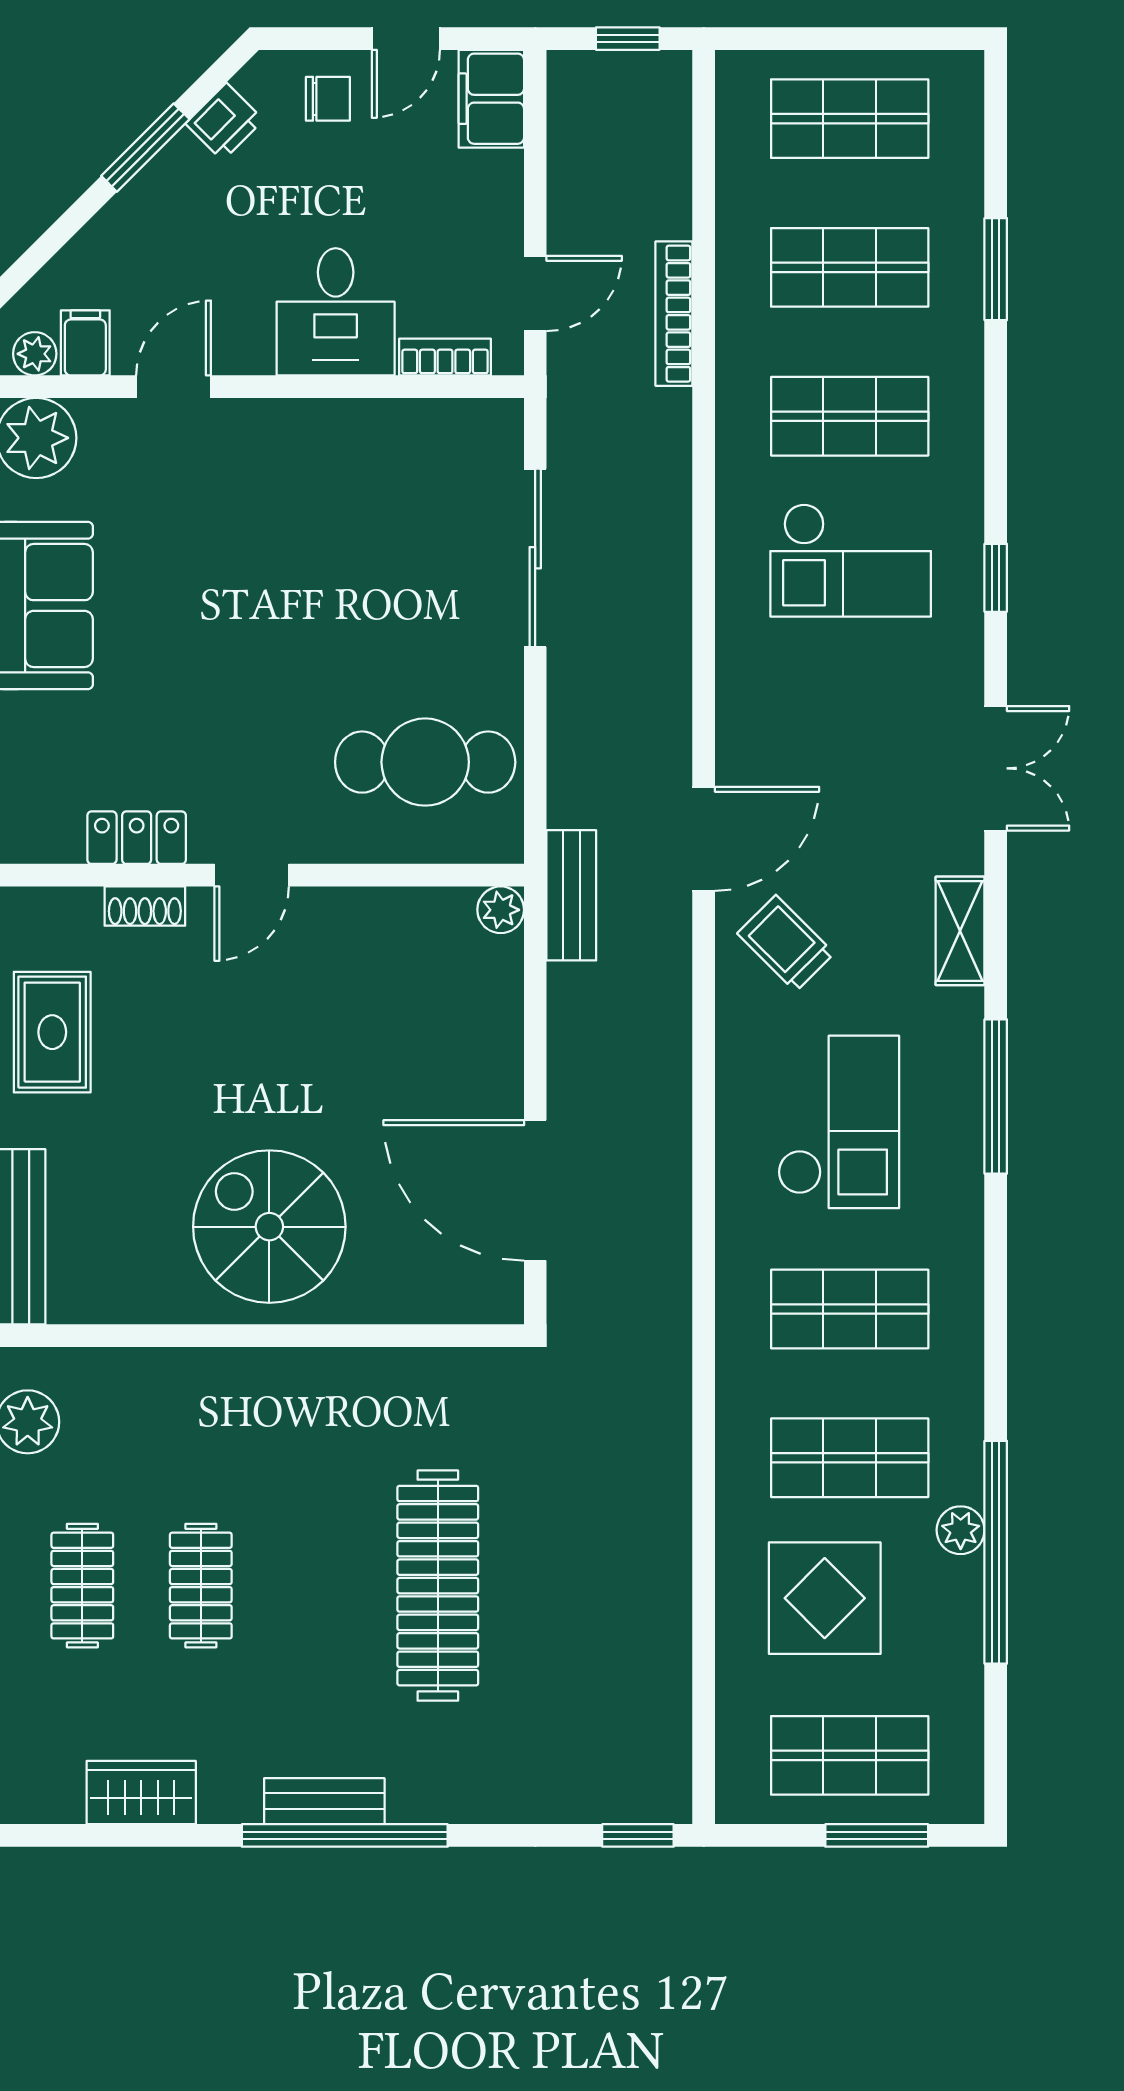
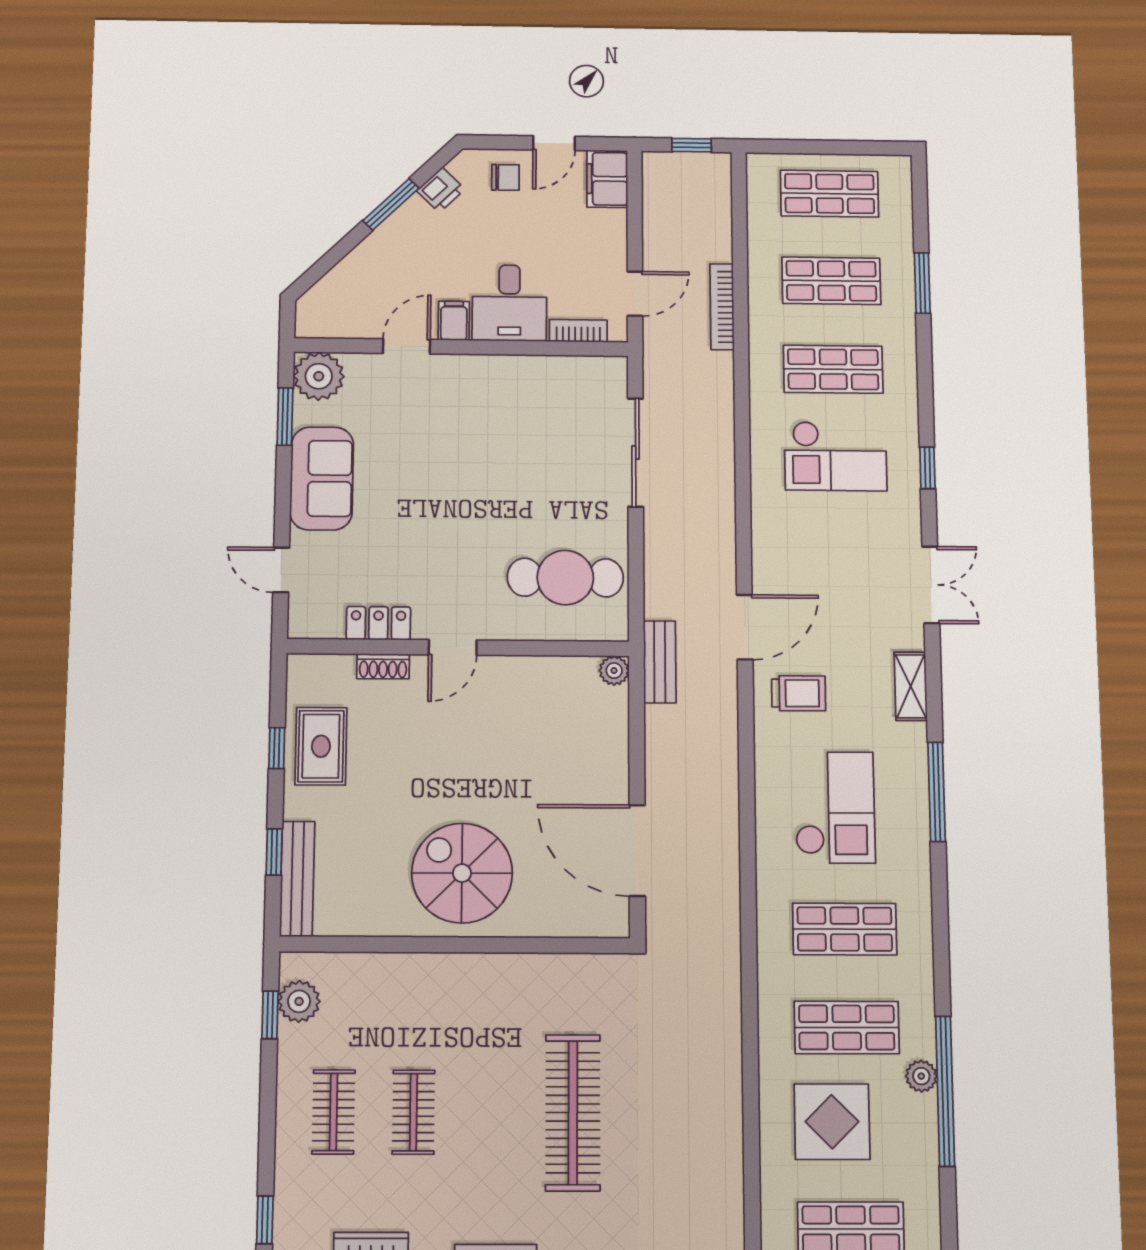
filing cabinet: (85, 343) -> (454, 321), moved
plant: (35, 354) -> (319, 326), removed
trolley: (786, 943) -> (799, 693), turned 135

